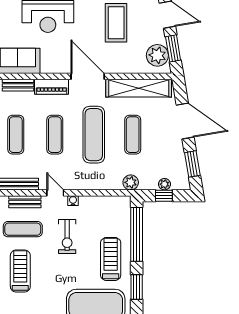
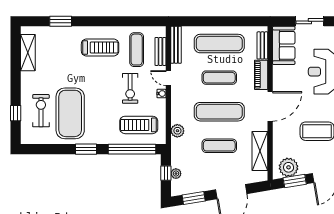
shelving: (139, 88) -> (260, 151), width x0.68
exercise mat: (16, 135) -> (219, 44), width x1.36, depth x1.45
plant: (131, 182) -> (177, 131), moved
door: (55, 193) -> (168, 78), swing flipped
exercise bike: (67, 237) -> (130, 88), turned -90
treadmill: (111, 259) -> (139, 125), moved, turned 180

